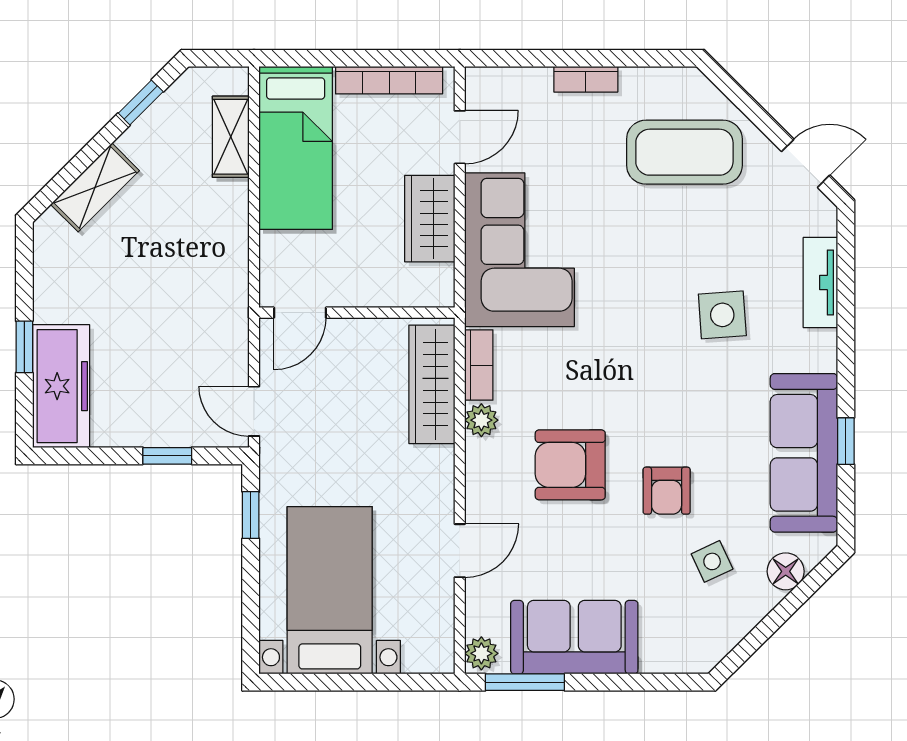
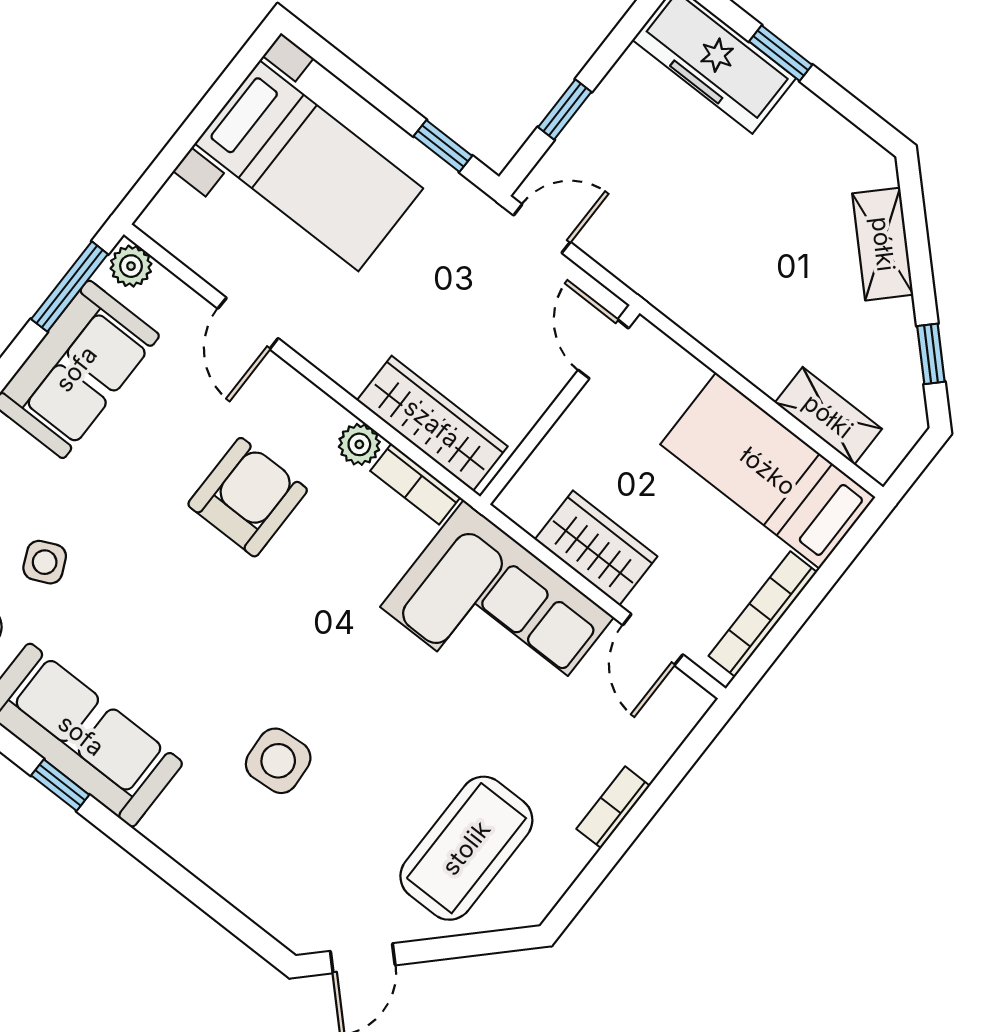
tv unit: (820, 283) -> (235, 882), removed
armchair: (667, 491) -> (149, 572), removed

